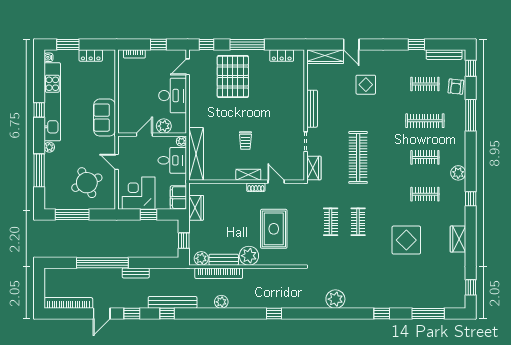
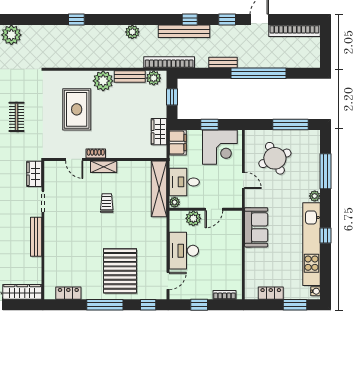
bookcase: (219, 273) -> (169, 62), moved

